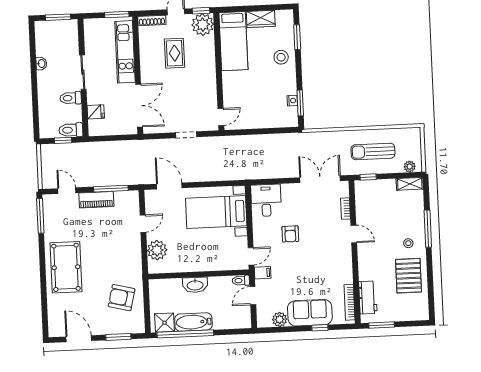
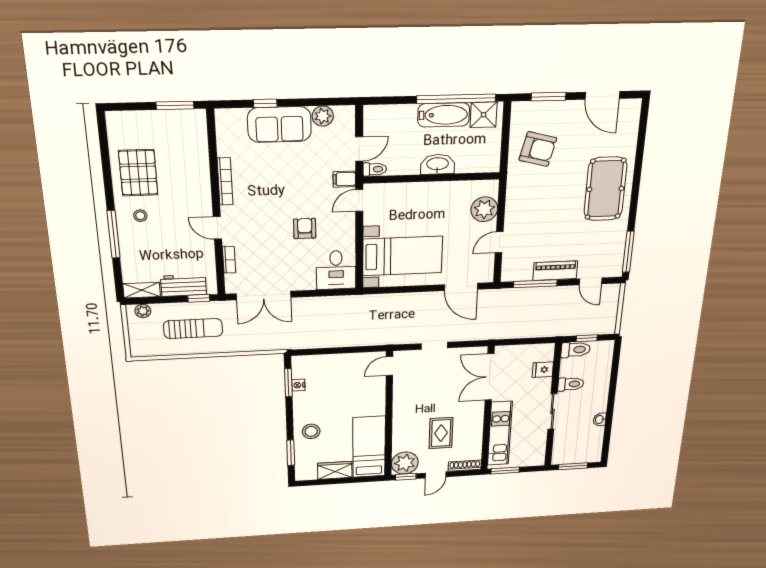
workbench: (368, 298) -> (183, 285), moved, turned 90
bookcase: (349, 302) -> (225, 181), moved

